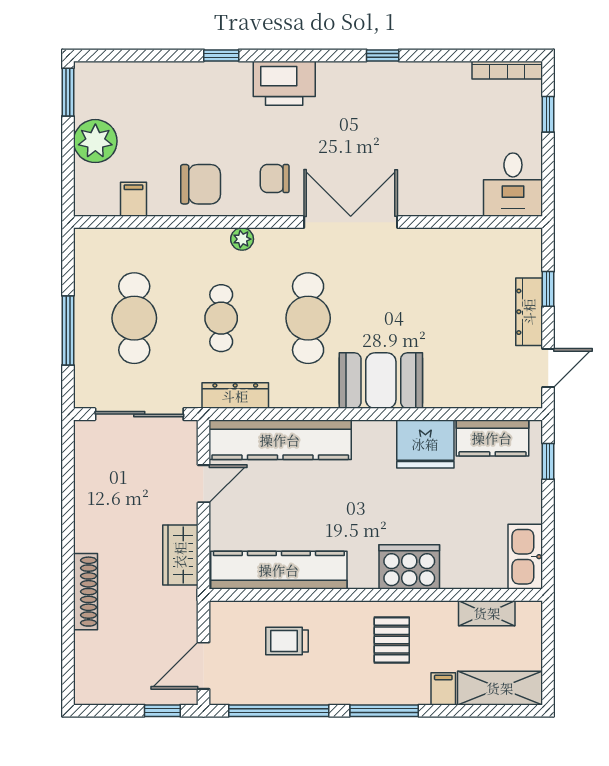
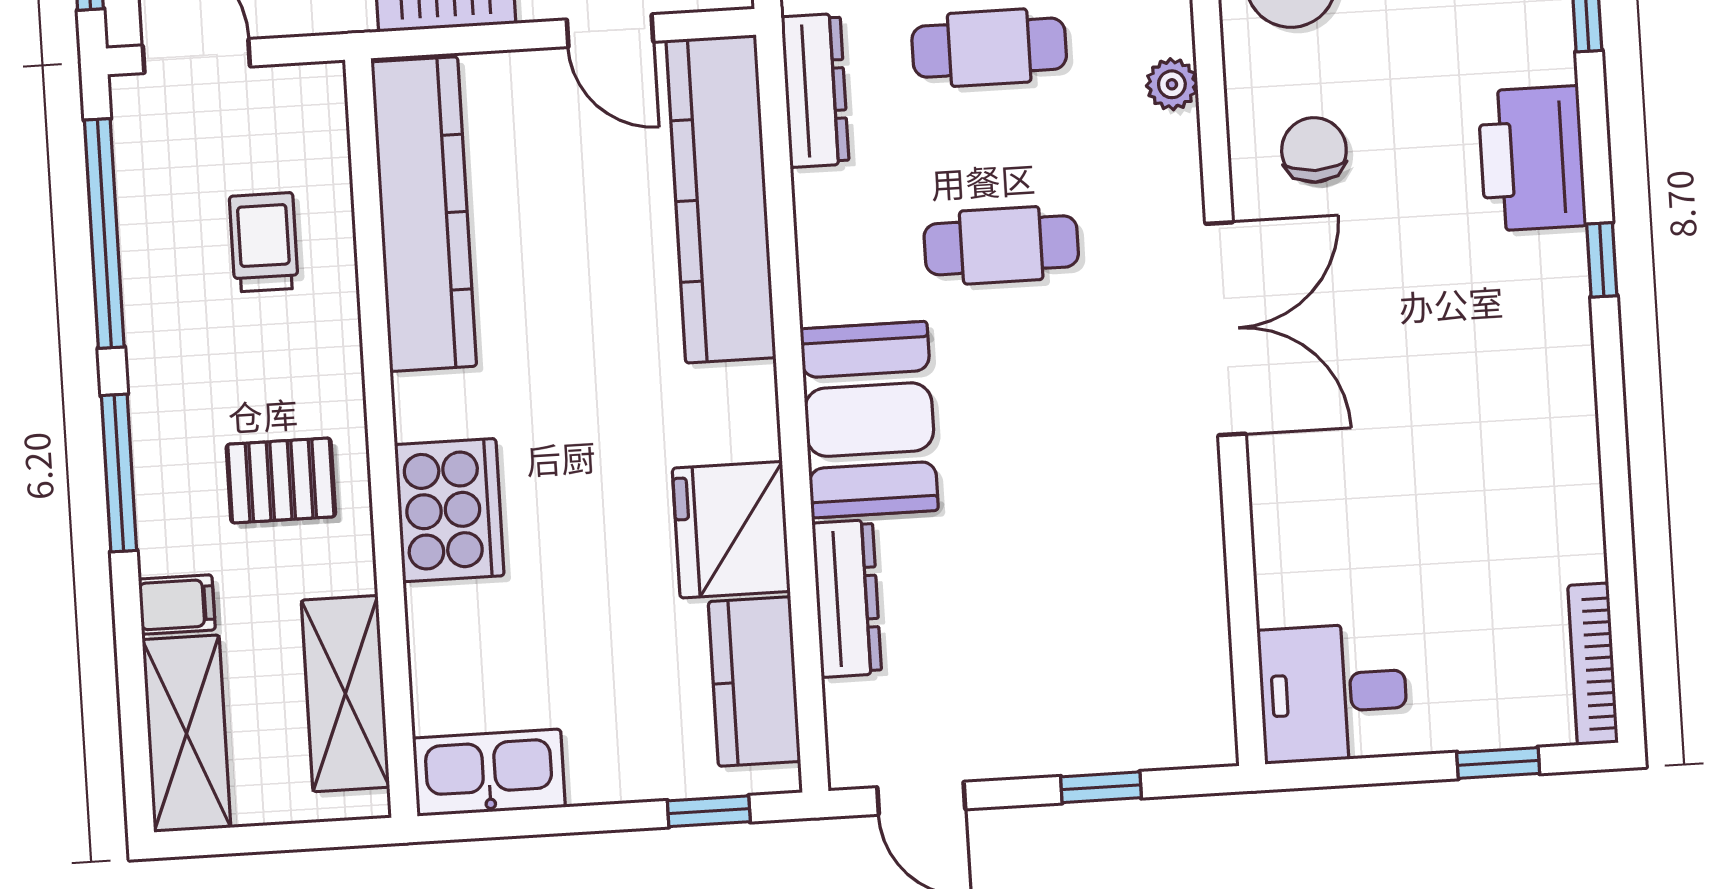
window: (383, 55) -> (1602, 260), moved
dresser: (529, 312) -> (847, 598), moved, turned 90
cafe table: (308, 318) -> (1001, 245), width x0.73, depth x0.74
shelving: (487, 613) -> (345, 694), width x1.50, depth x1.33

